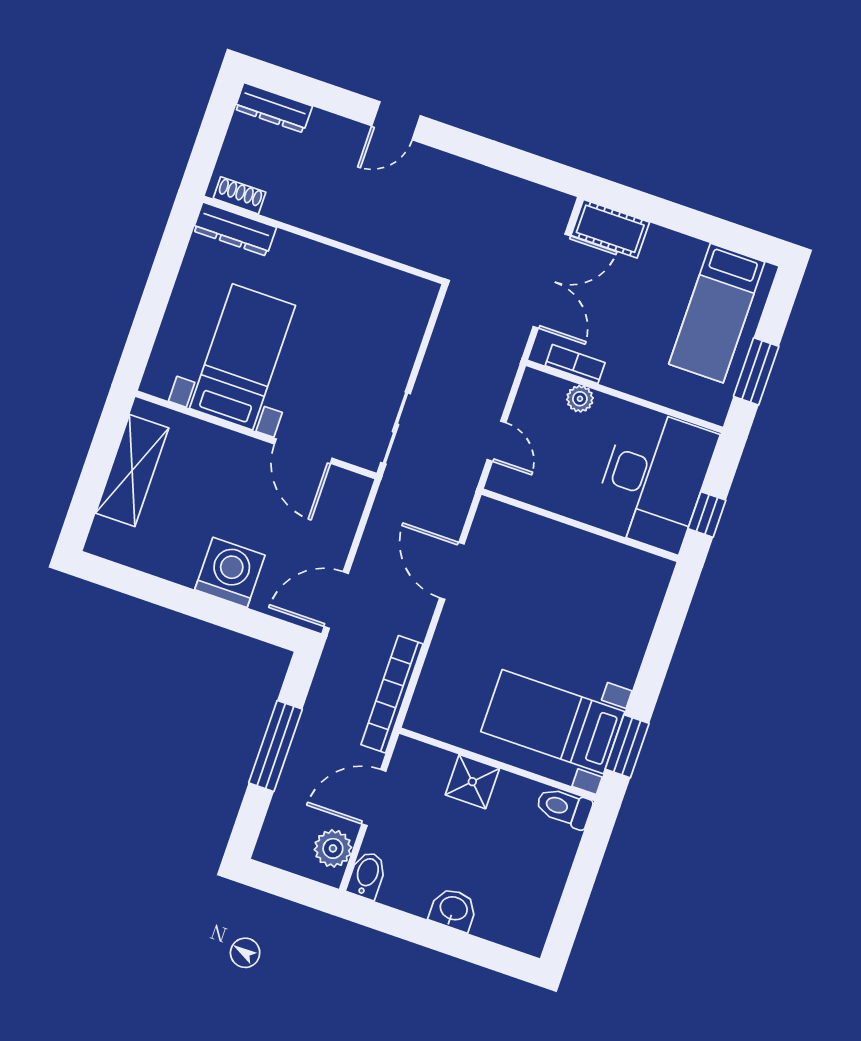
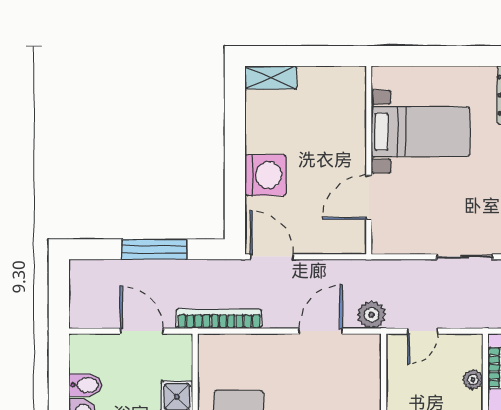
sliding door: (396, 428) -> (464, 257), moved
shelving: (132, 470) -> (271, 78), moved, width x0.67, depth x0.75
plant: (333, 848) -> (371, 315), moved
bidet: (367, 875) -> (85, 385), moved

